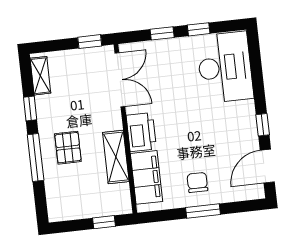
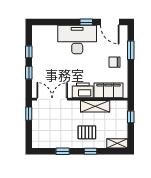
desk: (225, 67) -> (77, 40), moved
shelving: (40, 76) -> (117, 143), moved
window: (36, 158) -> (90, 151), width x0.46
window: (203, 211) -> (131, 50), moved

